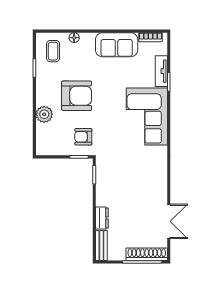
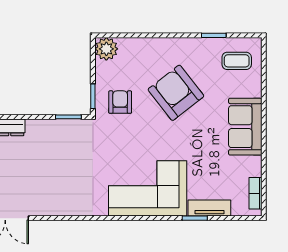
floor lamp: (74, 38) -> (255, 90), removed
sofa: (117, 45) -> (245, 127), moved
armchair: (77, 96) -> (176, 93), turned 142
plant: (44, 114) -> (106, 49), moved

